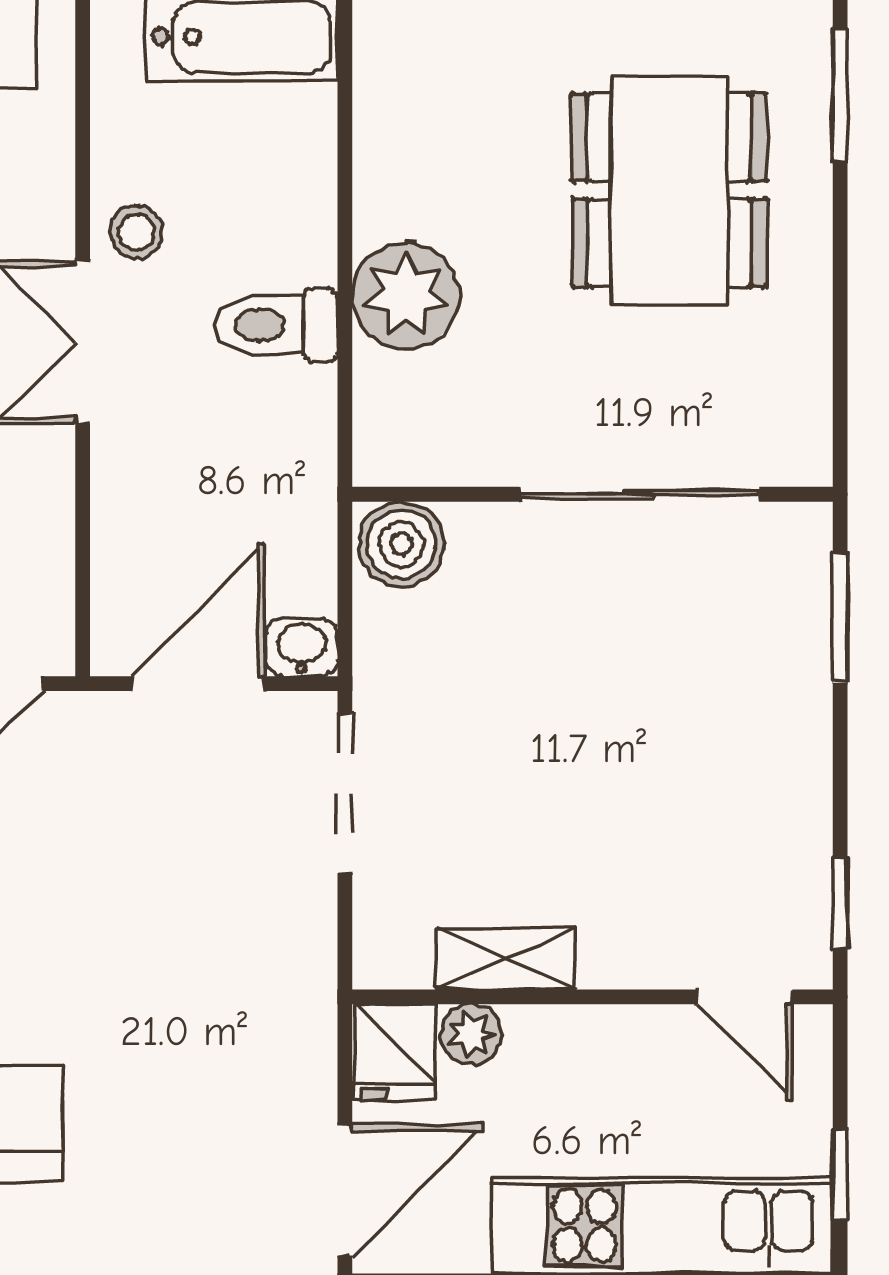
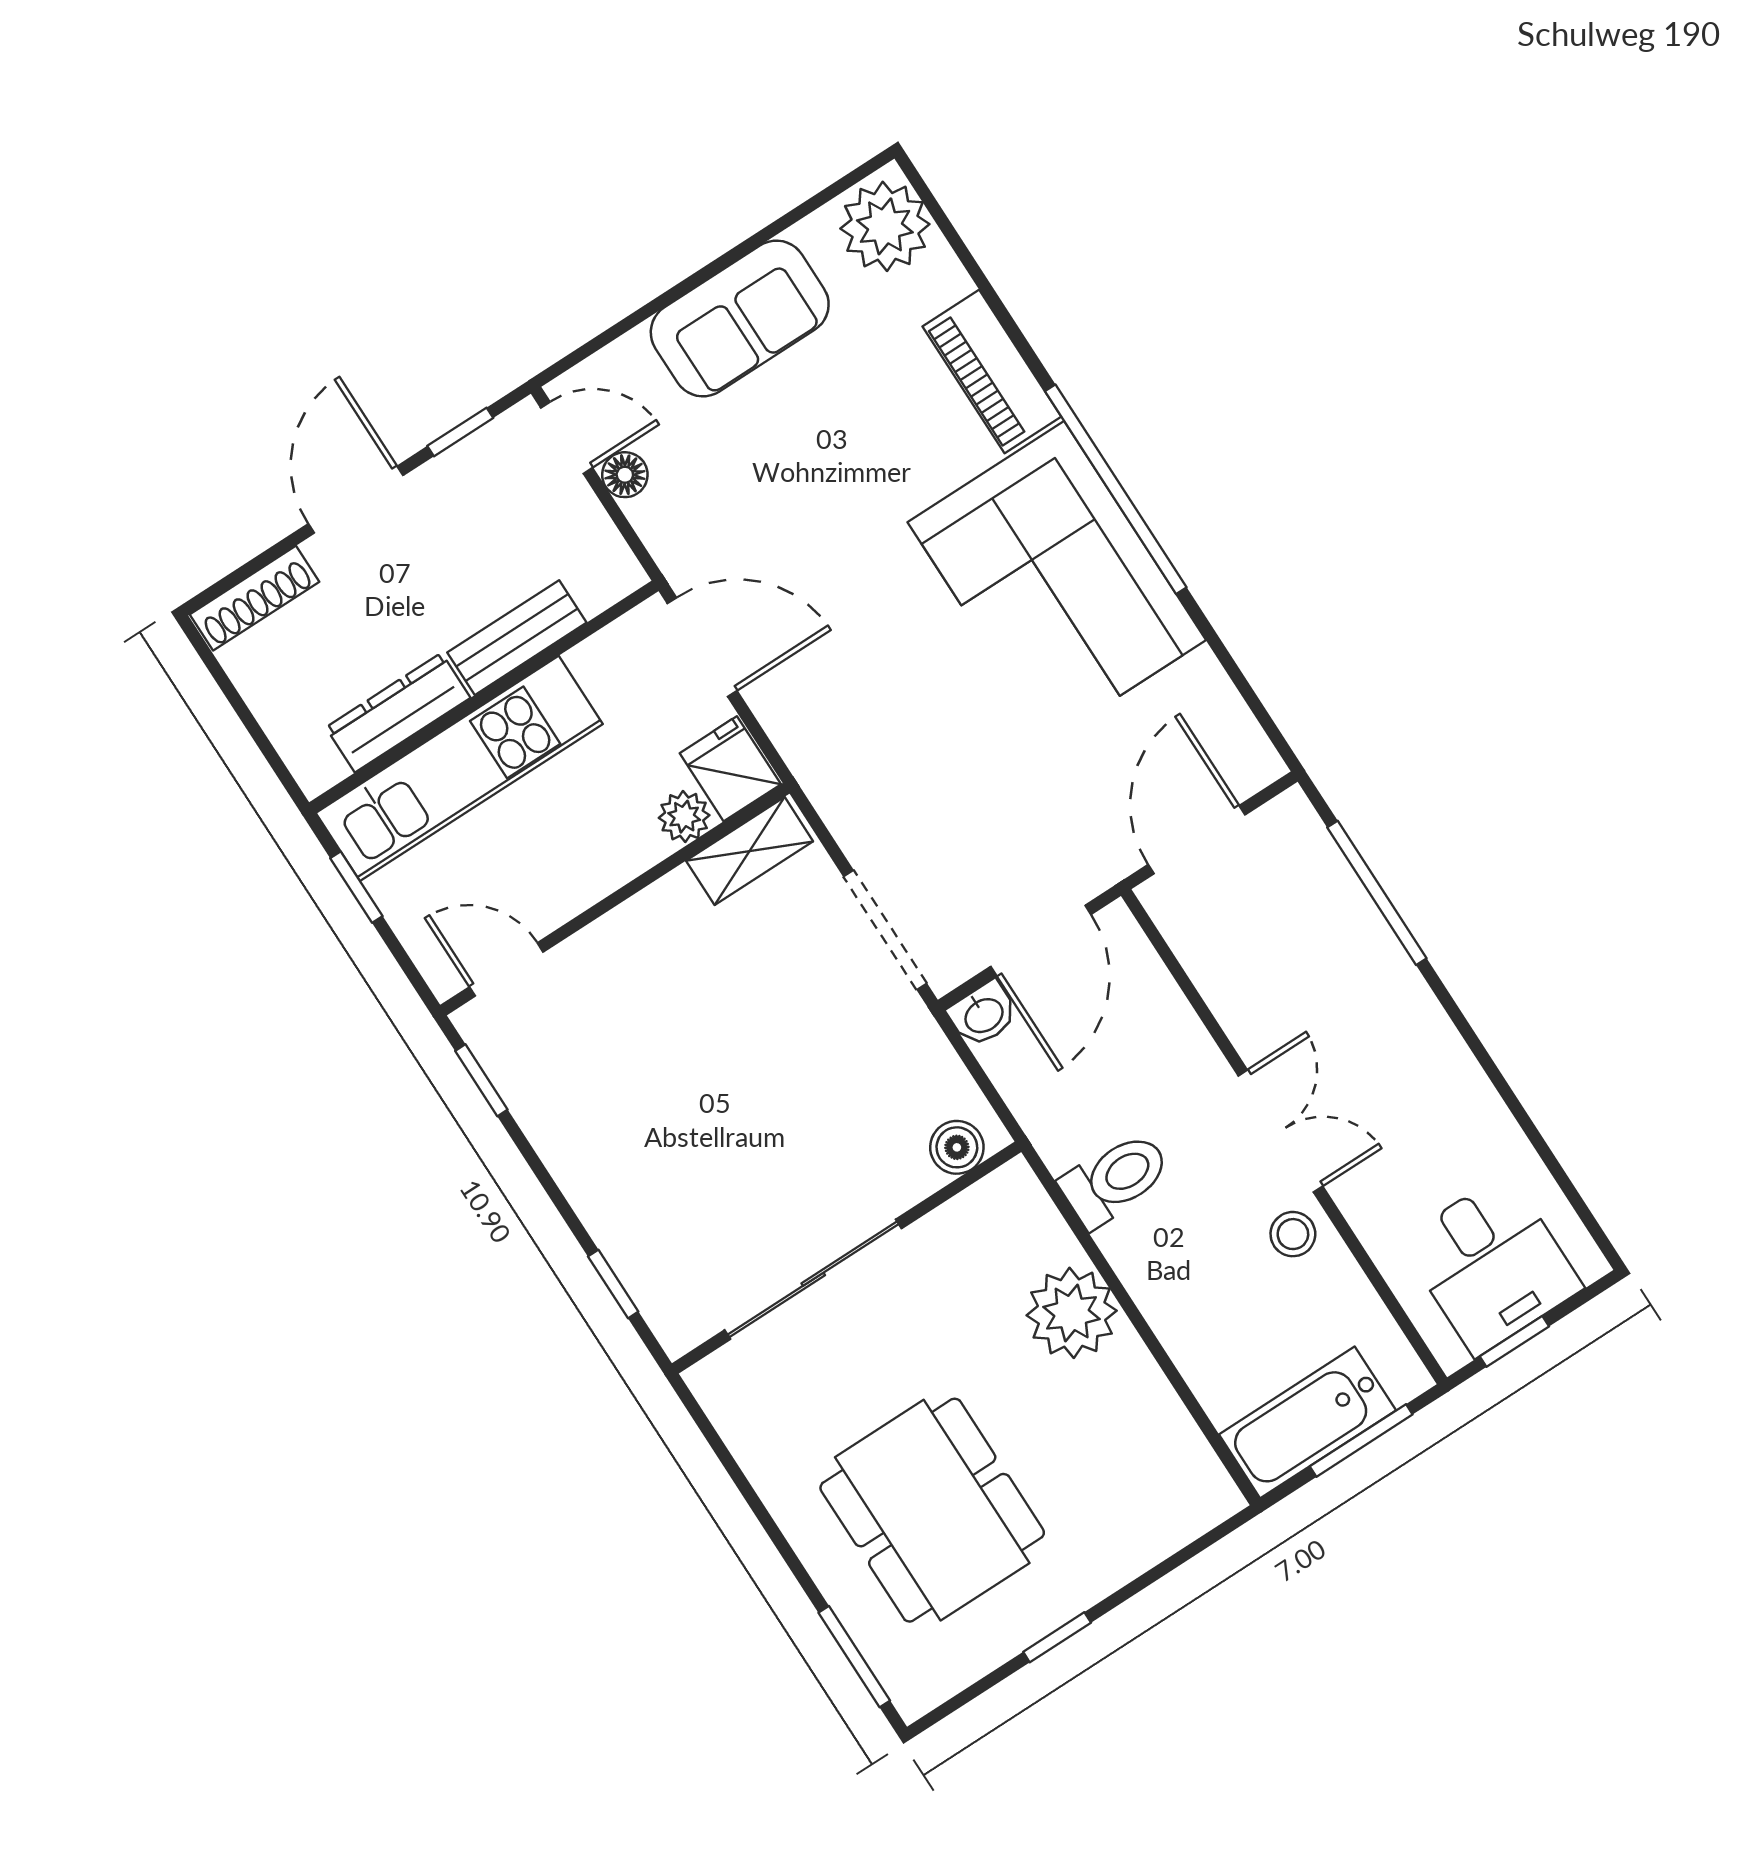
toilet: (277, 325) -> (1115, 1179), moved
boiler: (402, 544) -> (957, 1147), width x0.73, depth x0.73
window: (840, 617) -> (613, 1284), width x0.67
shelving: (506, 958) -> (750, 851), moved
door: (345, 1190) -> (702, 647), swing flipped

